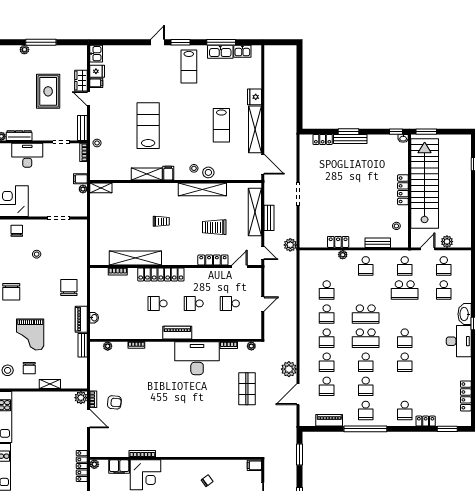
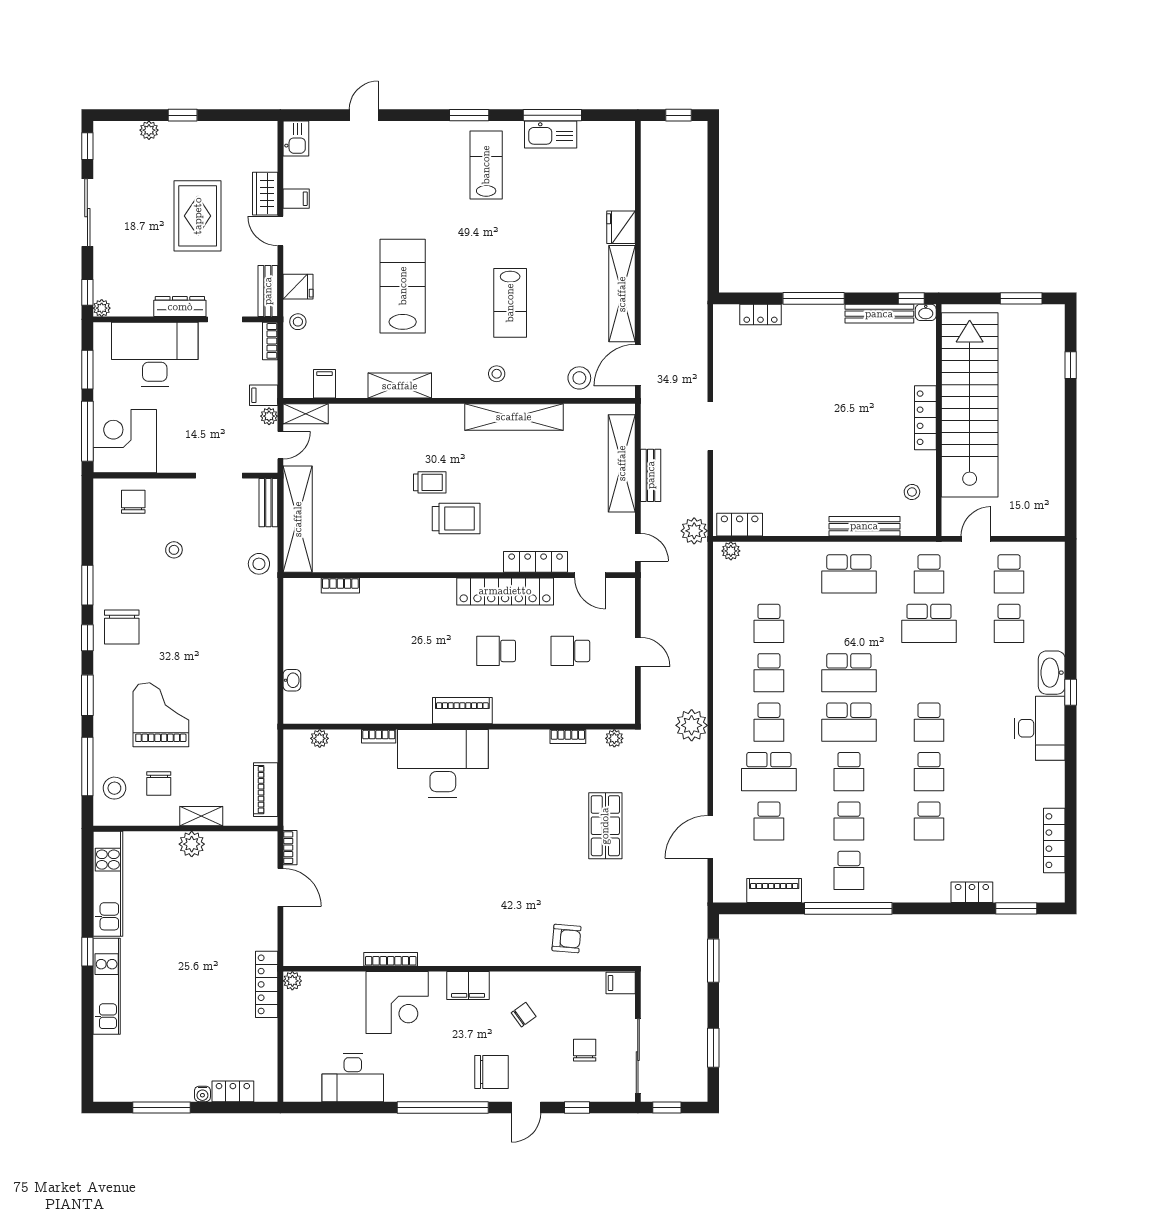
window: (41, 42) -> (183, 115), width x0.46
door: (157, 42) -> (364, 115), moved
window: (283, 42) -> (678, 115), added
kitchen sink: (242, 51) -> (596, 134), removed
lab bench: (189, 67) -> (486, 165), turned 180
fridge: (97, 71) -> (298, 287), moved
lab bench: (221, 125) -> (510, 303), moved
window: (348, 132) -> (814, 298), width x1.44
window: (426, 132) -> (1021, 298), moved
dresser: (19, 136) -> (180, 307), moved
bench: (350, 139) -> (879, 314), moved
desk: (27, 155) -> (155, 354), width x1.36, depth x1.30
door: (263, 164) -> (638, 365), swing flipped
stool: (208, 172) -> (579, 378), moved
filing cabinet: (168, 173) -> (324, 384), moved
door: (88, 203) -> (280, 445), added
trolley: (214, 227) -> (456, 519), moved, turned 180
locker: (338, 242) -> (740, 525), moved
plant: (447, 242) -> (1016, 524), removed
bench: (378, 243) -> (864, 526), width x1.36
plant: (343, 255) -> (731, 551), moved
shelving: (135, 258) -> (298, 519), moved, turned 90
stool: (78, 261) -> (259, 564), added
door: (239, 266) -> (590, 575), swing flipped
school desk: (366, 266) -> (849, 574), width x1.85
locker: (161, 274) -> (505, 591), moved
chair: (69, 288) -> (240, 618), removed
school desk: (158, 303) -> (422, 651), removed
door: (263, 304) -> (638, 652), hinge flipped
piano: (81, 319) -> (266, 790), moved
grand piano: (30, 335) -> (161, 715), turned 180
bench: (83, 345) -> (268, 503), moved
desk: (197, 358) -> (443, 763), moved
school desk: (327, 362) -> (769, 772), width x1.85
plant: (289, 369) -> (692, 725), moved
plant: (81, 398) -> (192, 844), moved
armchair: (114, 402) -> (566, 938), moved
school desk: (405, 410) -> (929, 821), moved
filing cabinet: (119, 467) -> (468, 986), moved

